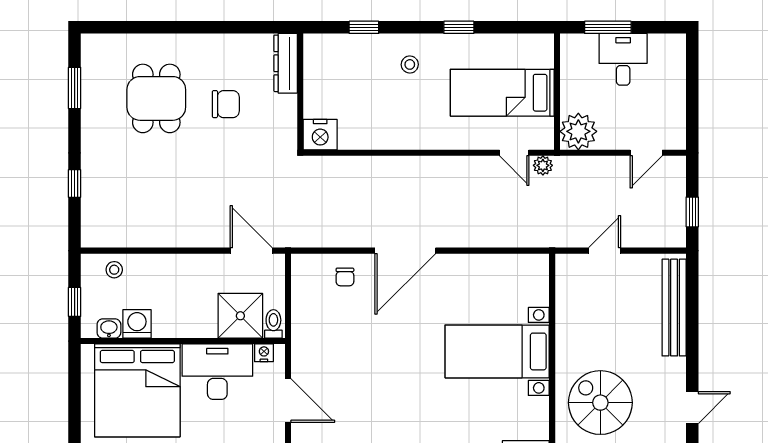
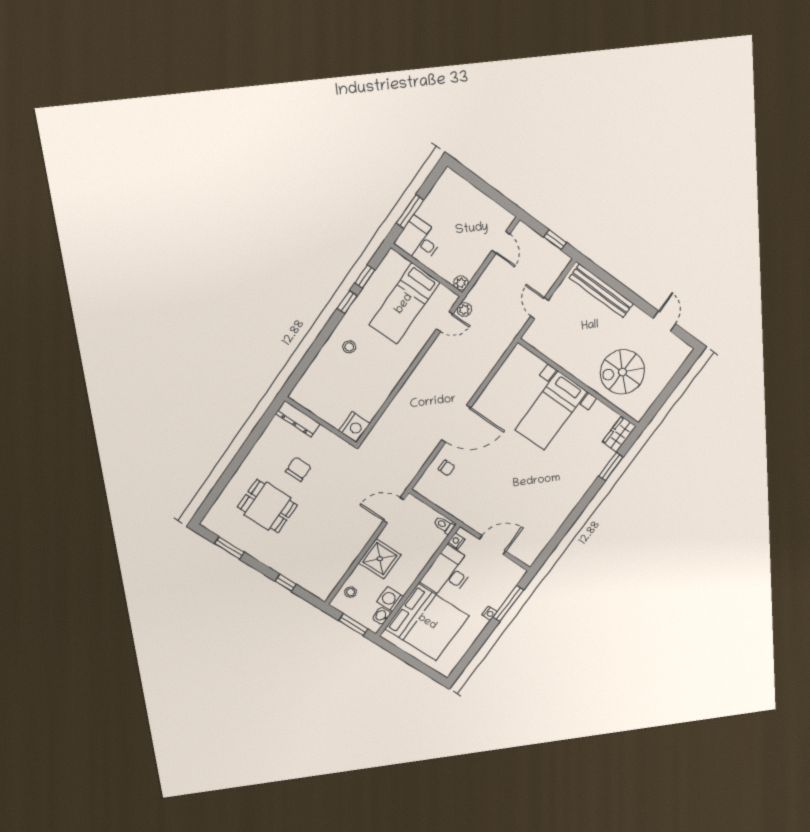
window: (364, 27) -> (365, 276), moved
desk: (623, 59) -> (419, 240), moved
plant: (578, 131) -> (461, 283), width x0.53, depth x0.53
door: (405, 251) -> (456, 424), hinge flipped
window: (75, 302) -> (353, 625), width x1.50
shower: (240, 316) -> (380, 559), moved

